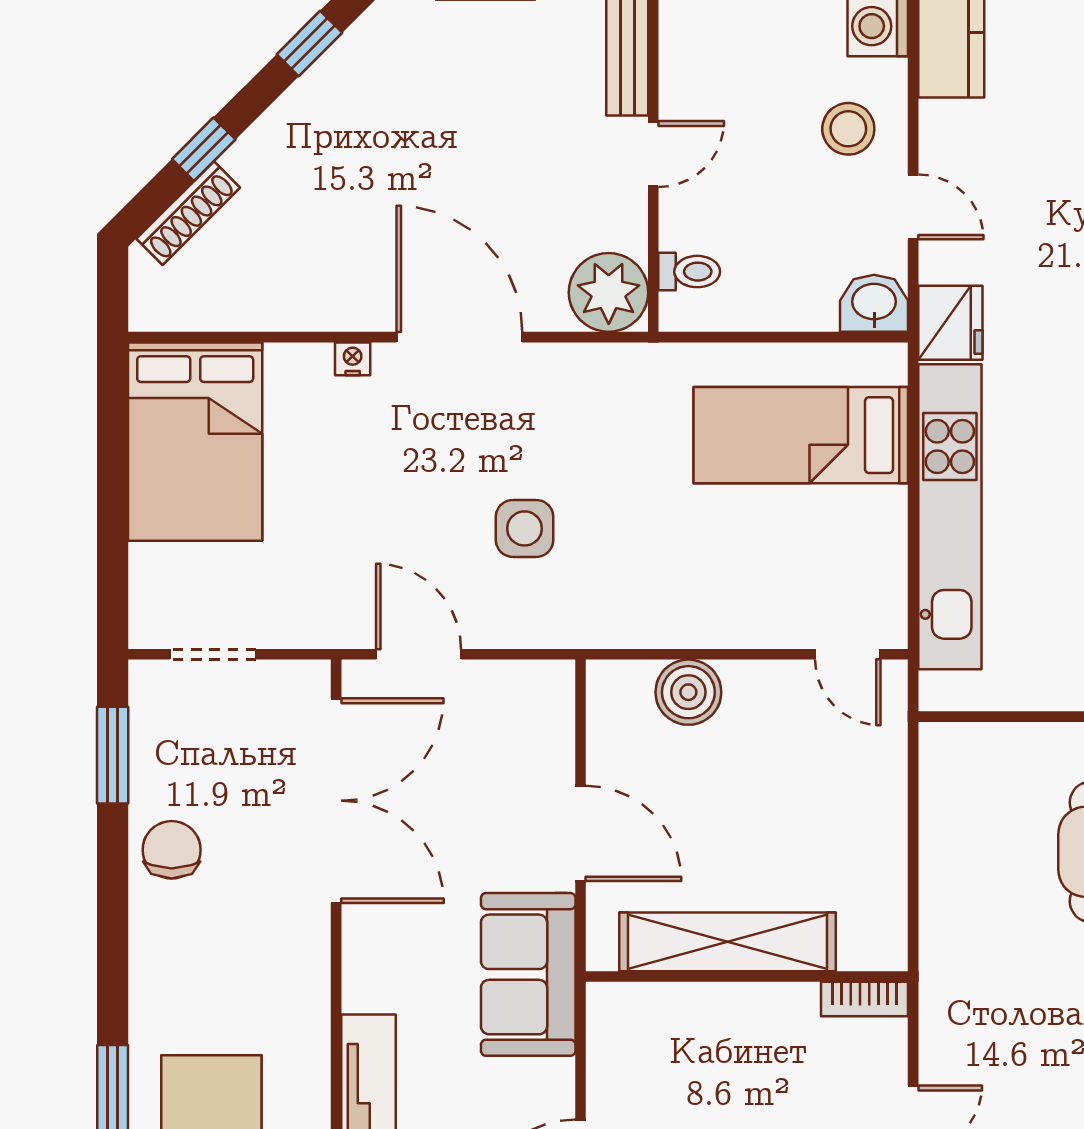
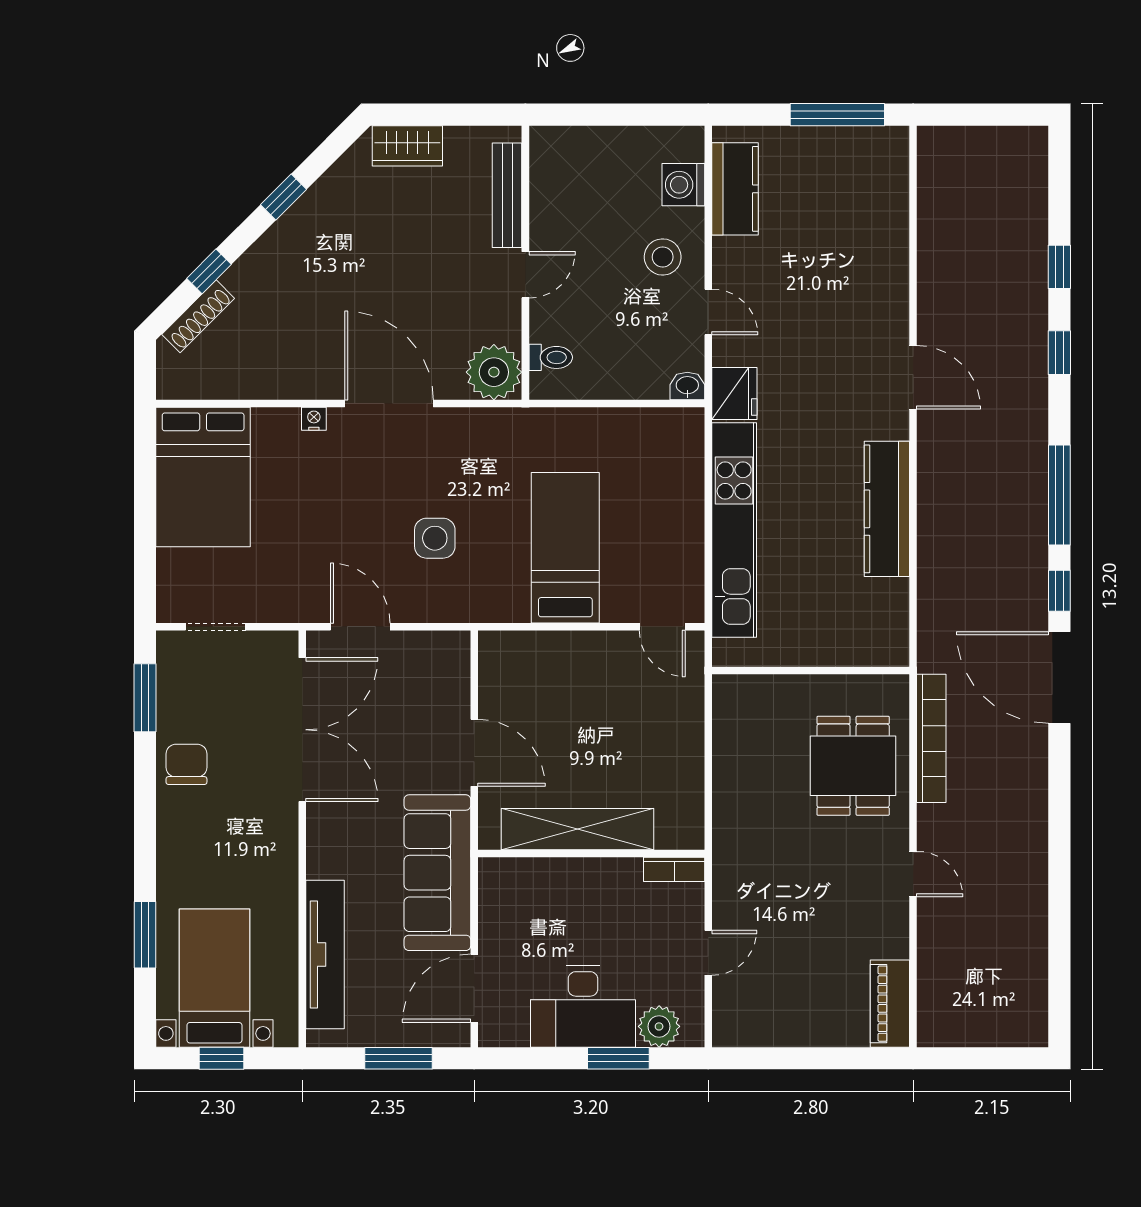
washbasin: (874, 303) -> (687, 386), width x0.72, depth x0.69
bed: (801, 435) -> (565, 548), moved, turned 90
boiler: (688, 692) -> (550, 653), removed
sofa: (528, 974) -> (437, 873), width x1.36

